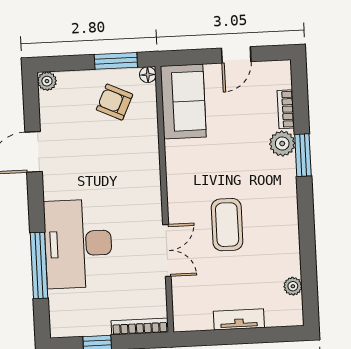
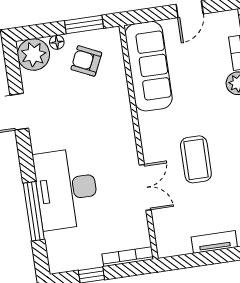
floor lamp: (148, 75) -> (57, 42), moved
plant: (47, 81) -> (33, 55), width x1.88, depth x1.88
sofa: (183, 101) -> (149, 66), width x1.36

